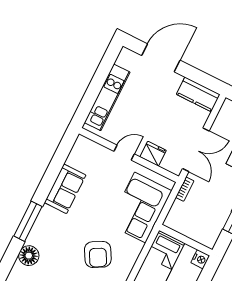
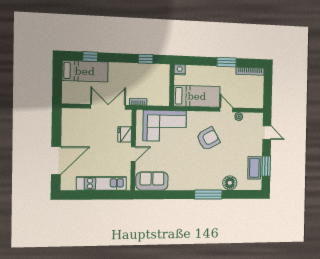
door: (161, 58) -> (56, 161), swing flipped
kitchen counter: (198, 94) -> (69, 123), removed
door: (124, 153) -> (133, 154), swing flipped
sofa: (65, 189) -> (152, 181), moved

